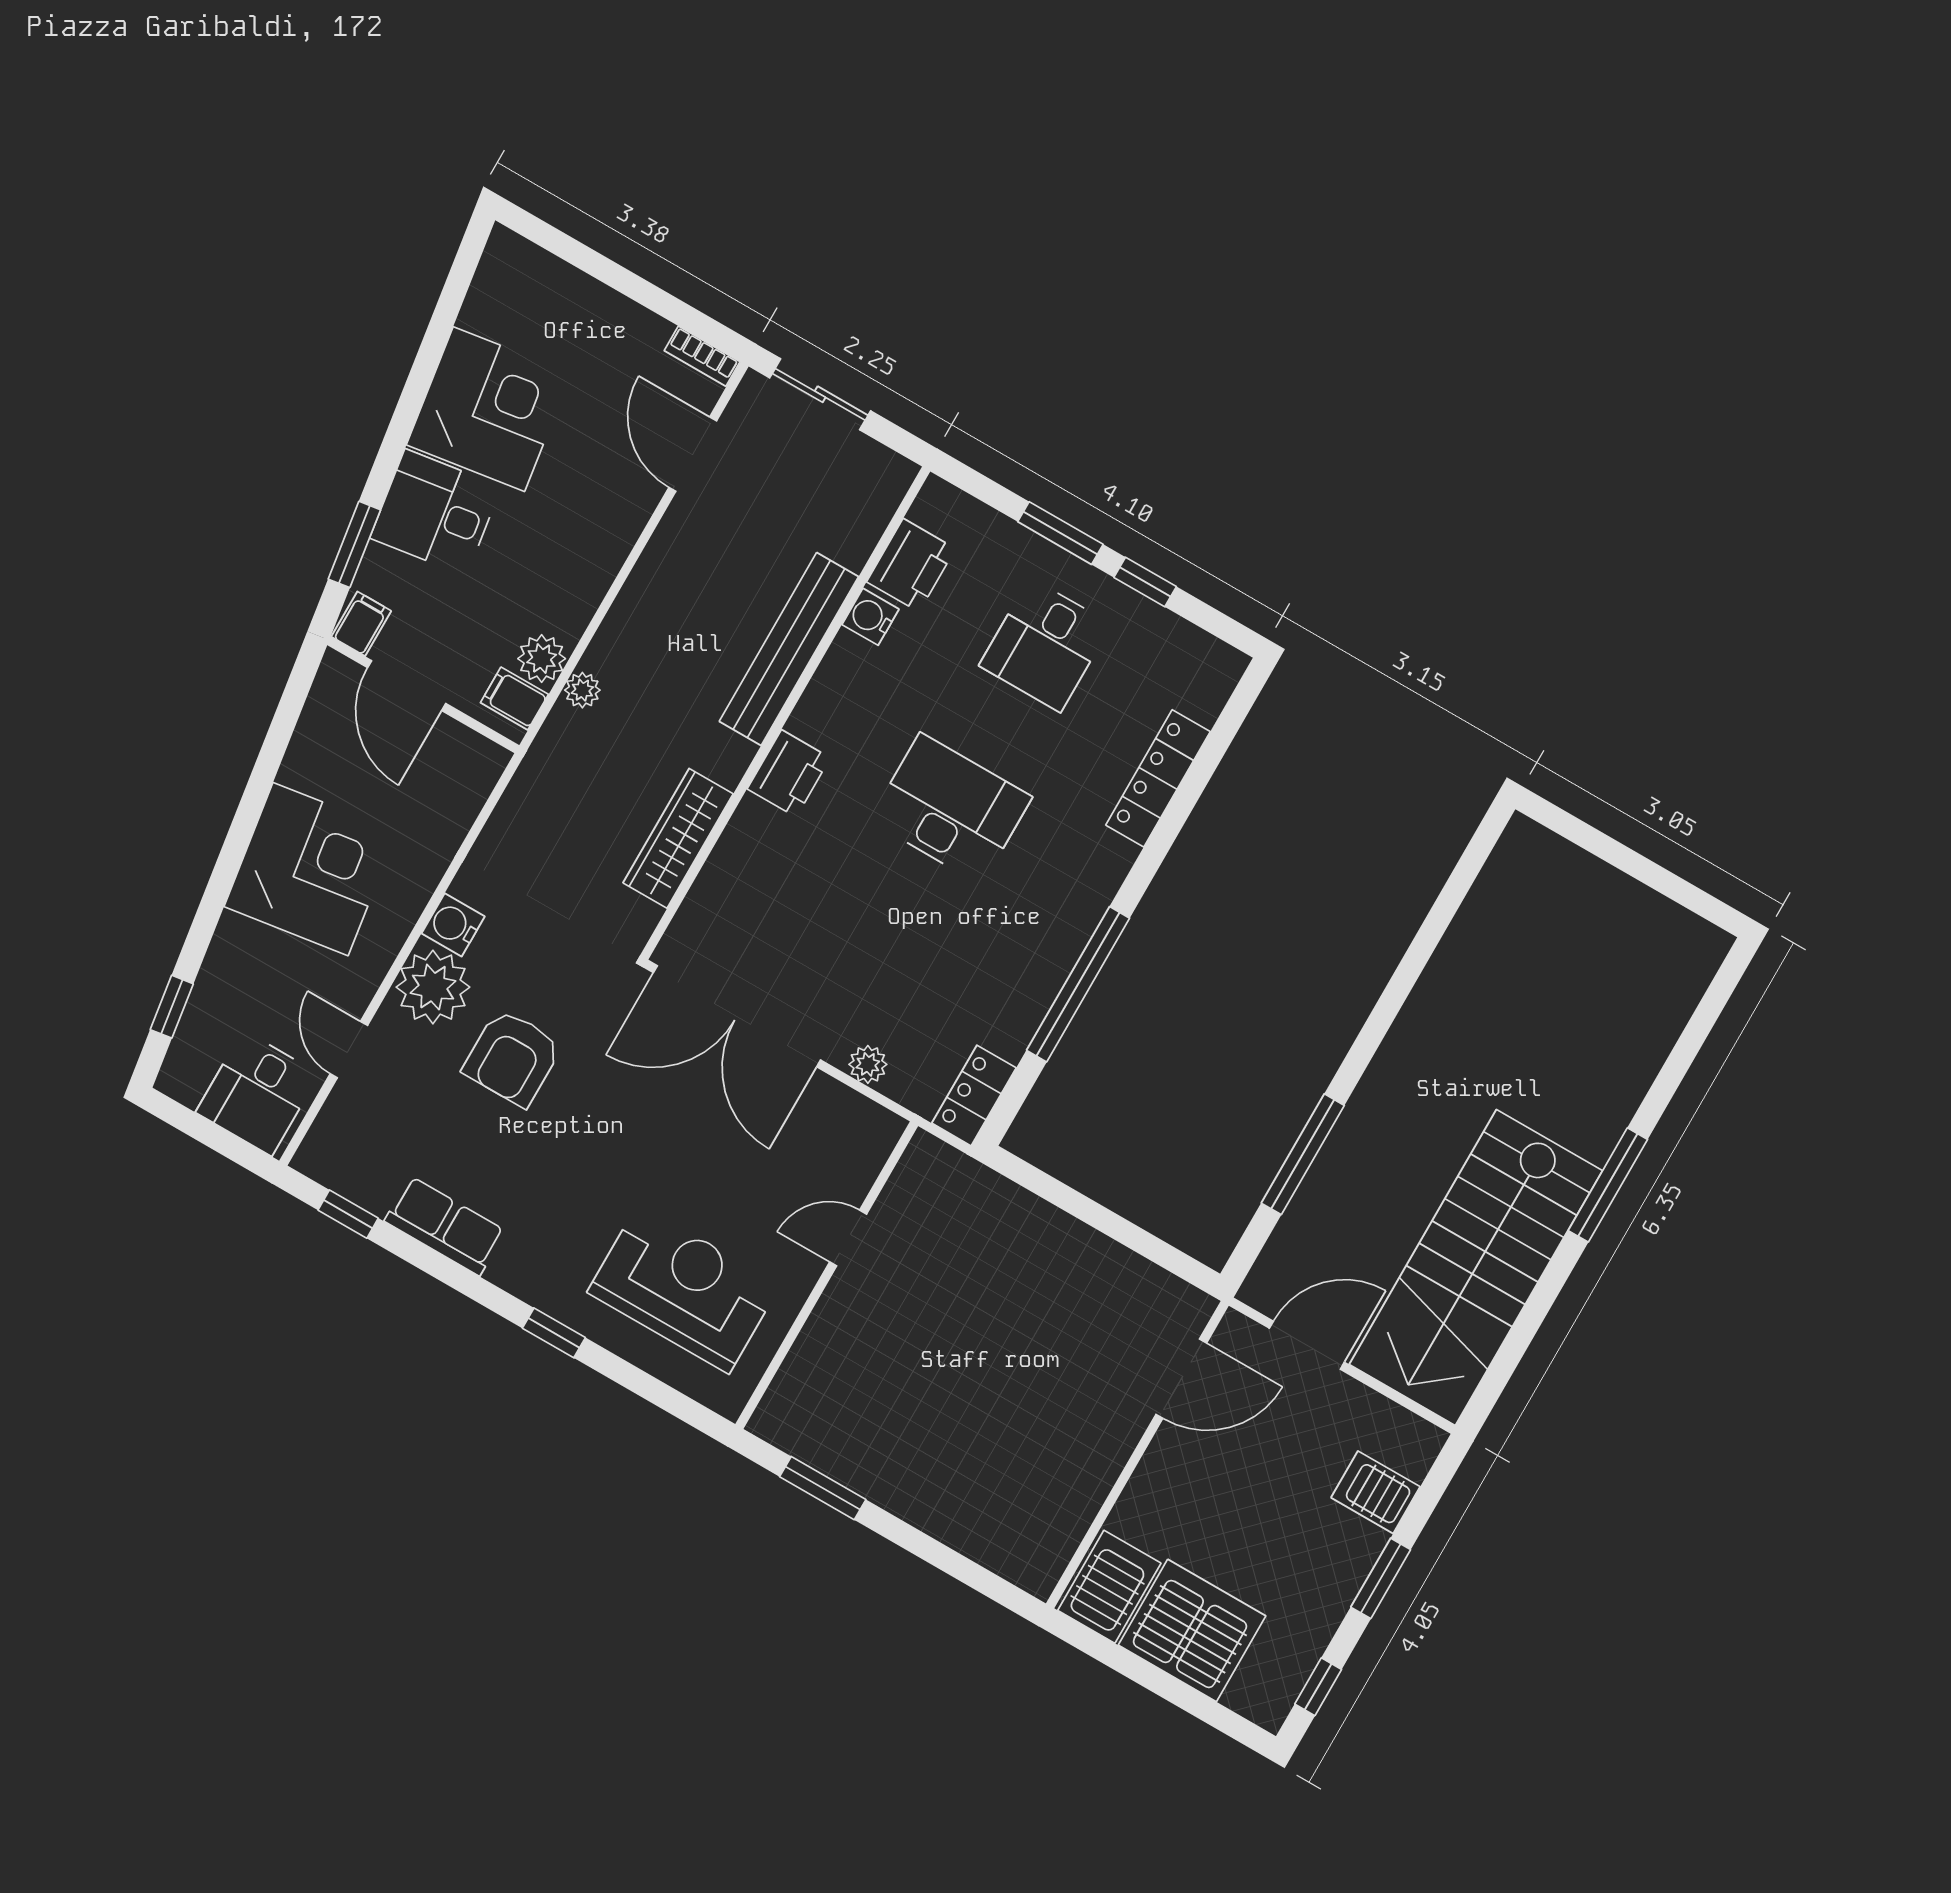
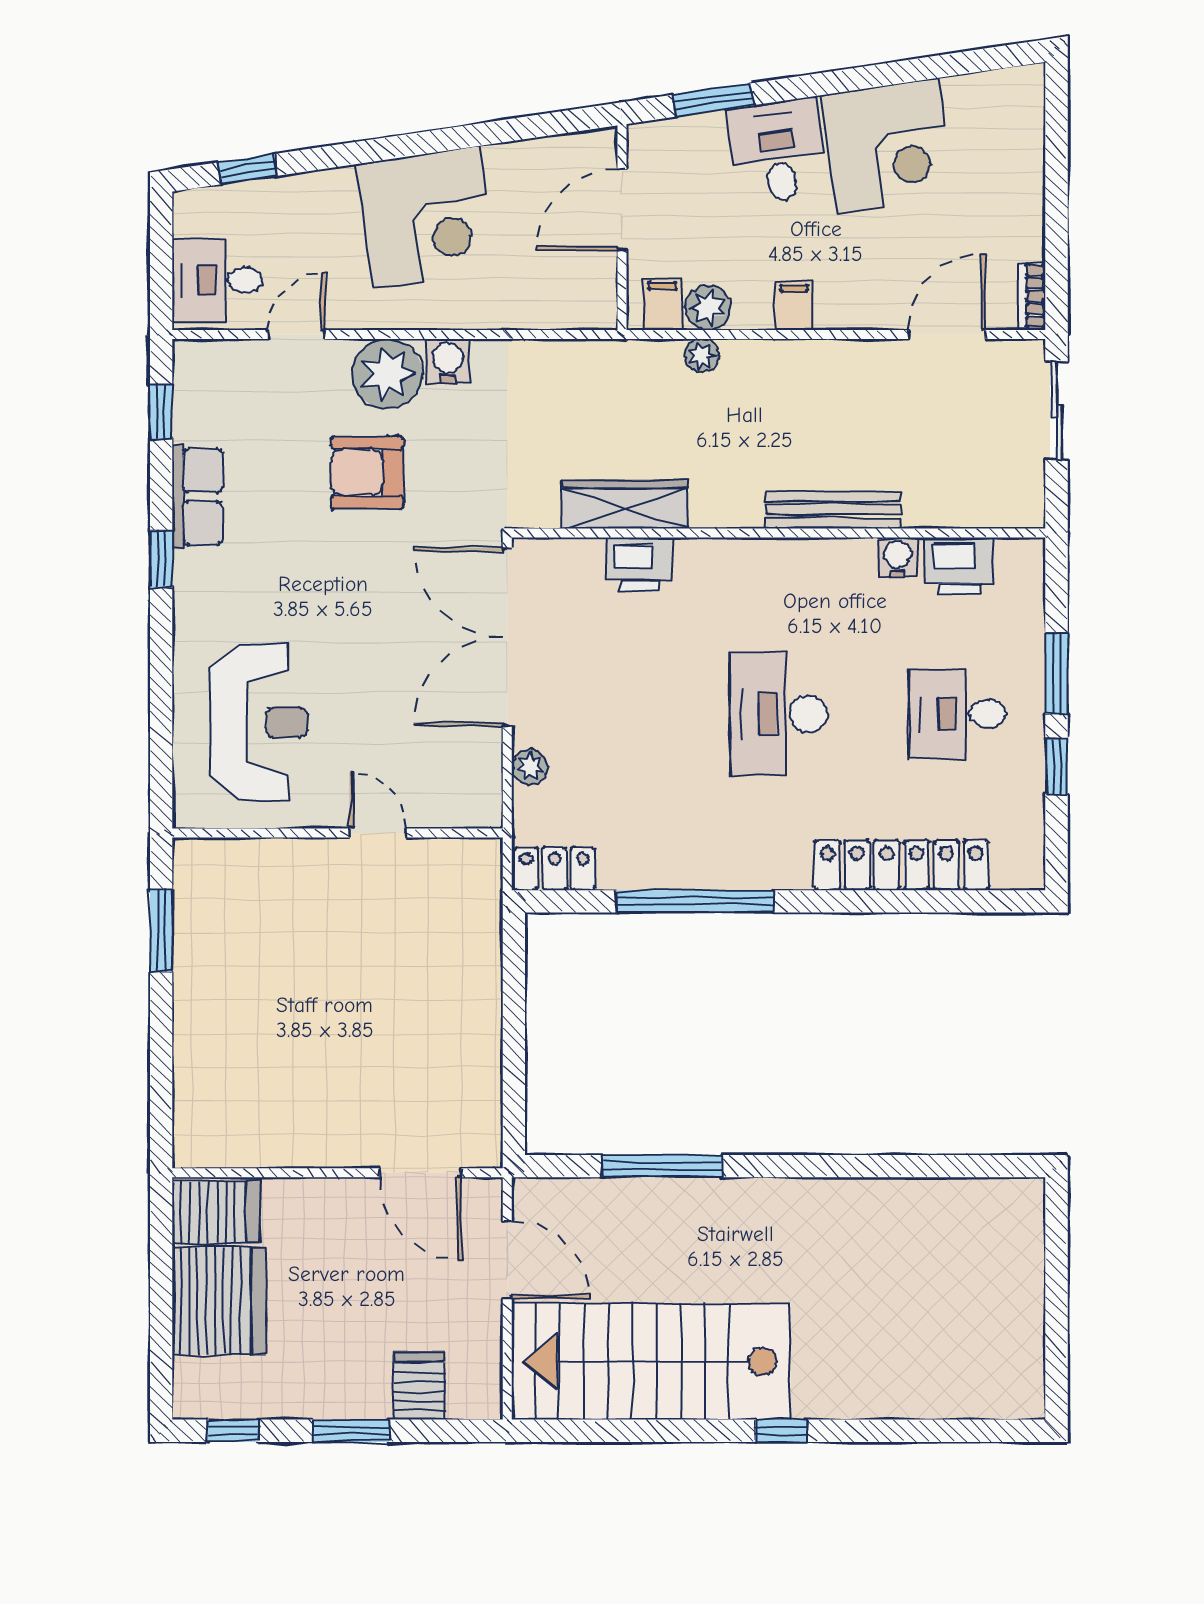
filing cabinet: (361, 624) -> (794, 305), moved, turned -90
bench: (789, 649) -> (833, 510), width x0.73, depth x0.82
printer: (789, 773) -> (639, 564), moved
locker: (1158, 778) -> (902, 865), width x1.41, depth x1.21
desk: (951, 809) -> (779, 714), turned 180
window: (1608, 1185) -> (781, 1431), width x0.46
window: (554, 1333) -> (161, 559), moved

